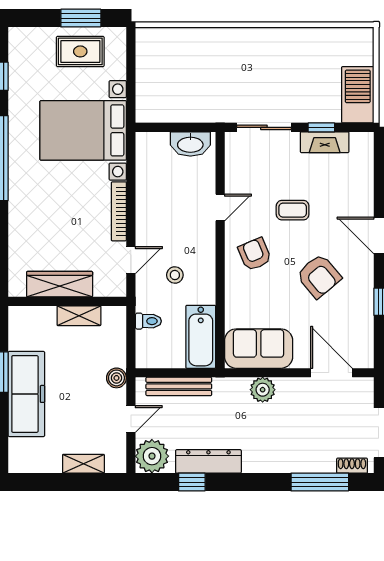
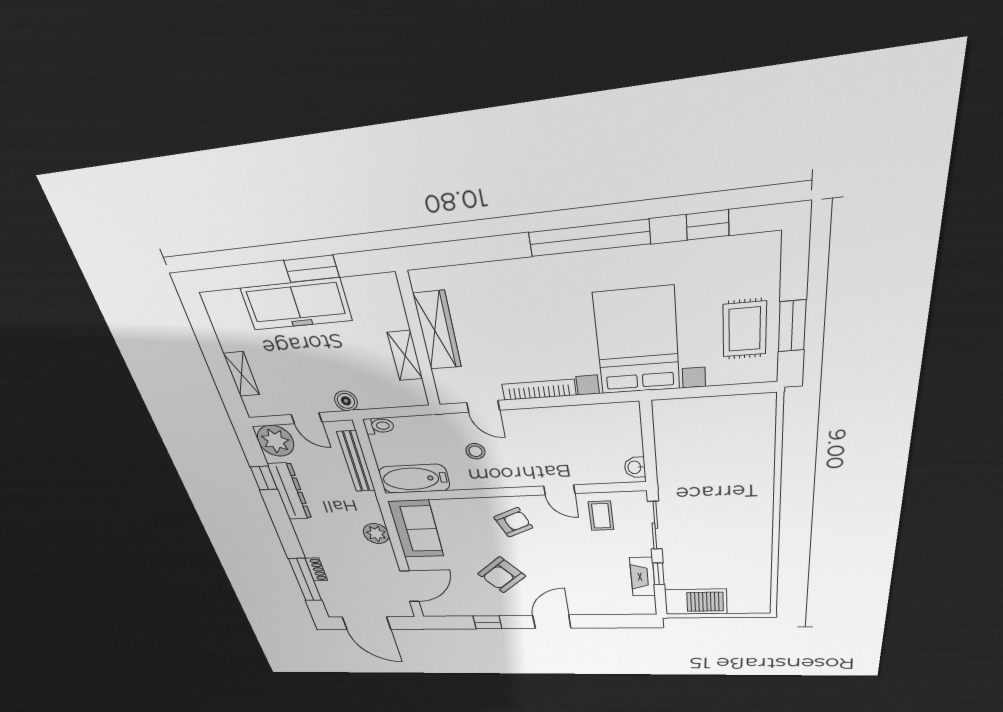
washbasin: (190, 144) -> (635, 467), width x0.52, depth x0.69
coffee table: (293, 210) -> (601, 516), moved
toilet: (148, 321) -> (379, 426), moved, turned -90
shoe rack: (352, 466) -> (316, 569), moved

